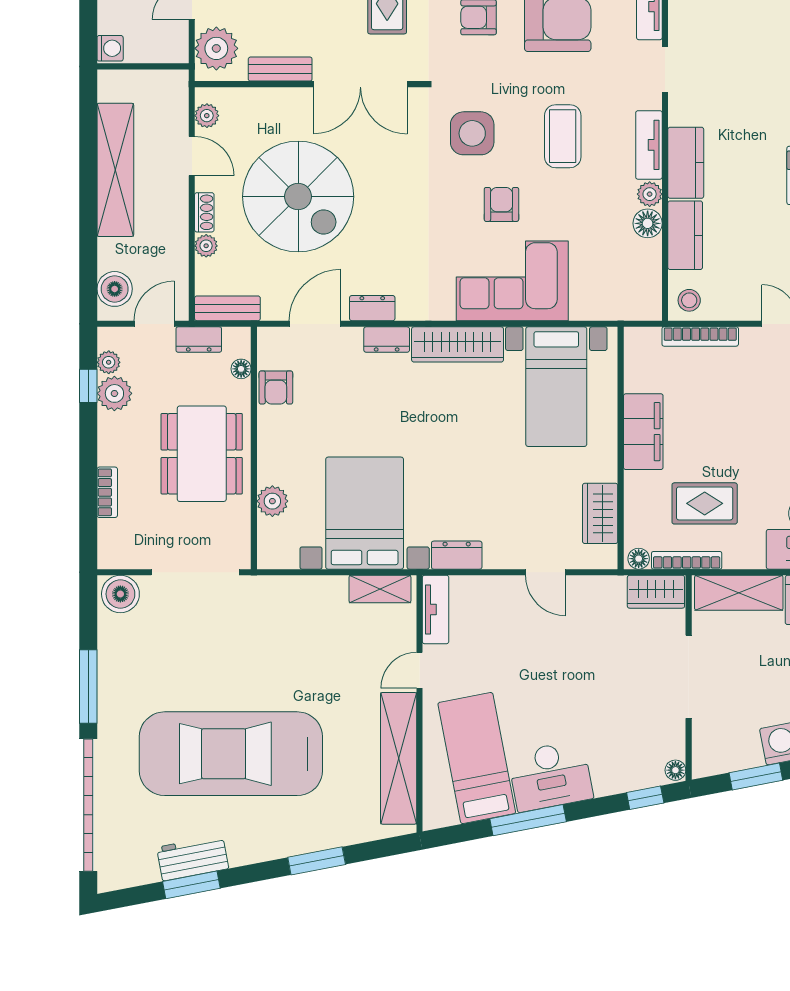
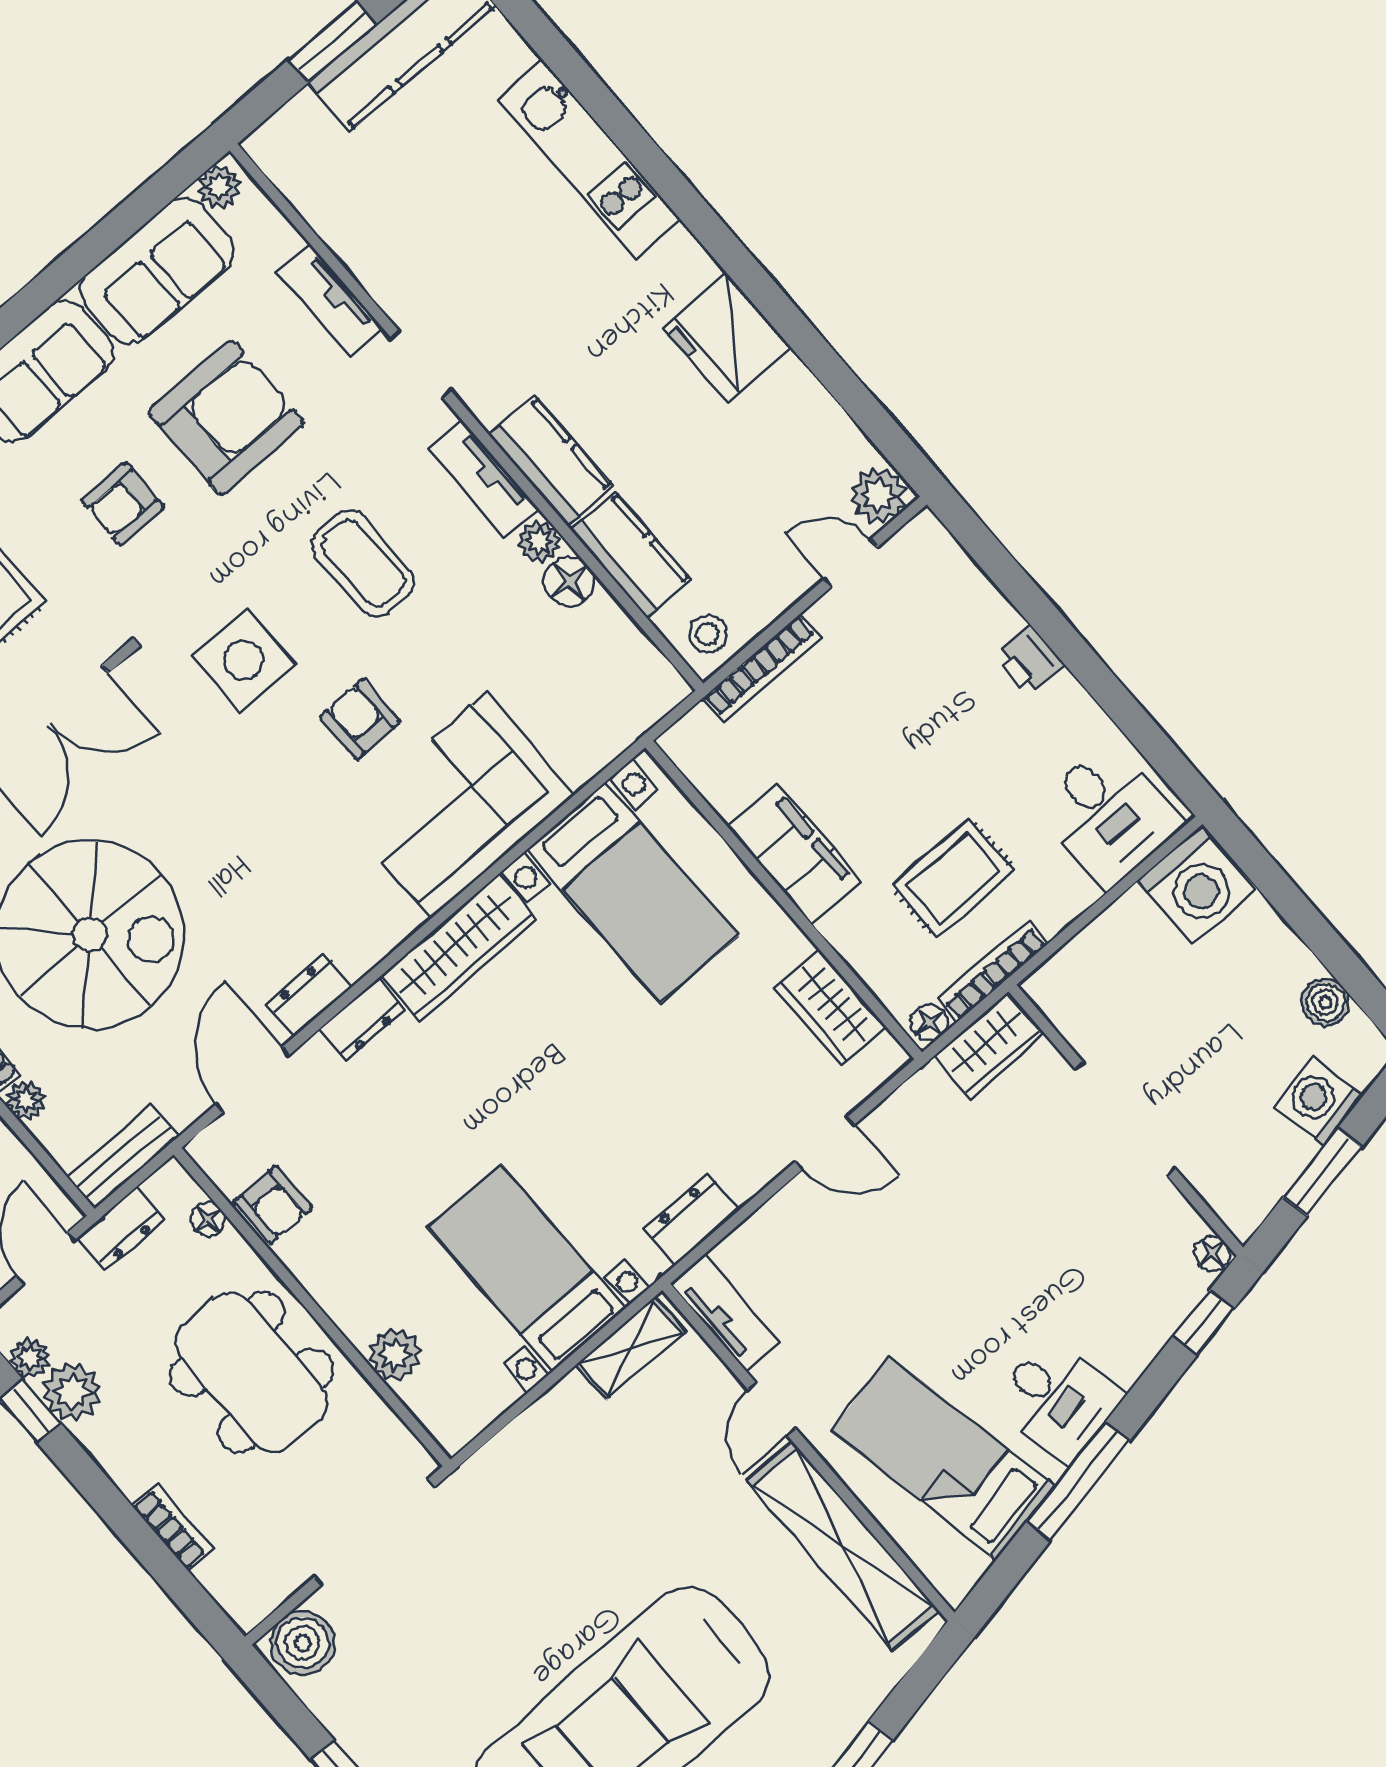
bed with nightstands: (365, 513) -> (527, 1268), width x0.73
shelving: (739, 593) -> (1096, 955), removed
desk: (550, 776) -> (1057, 1400), width x0.73

